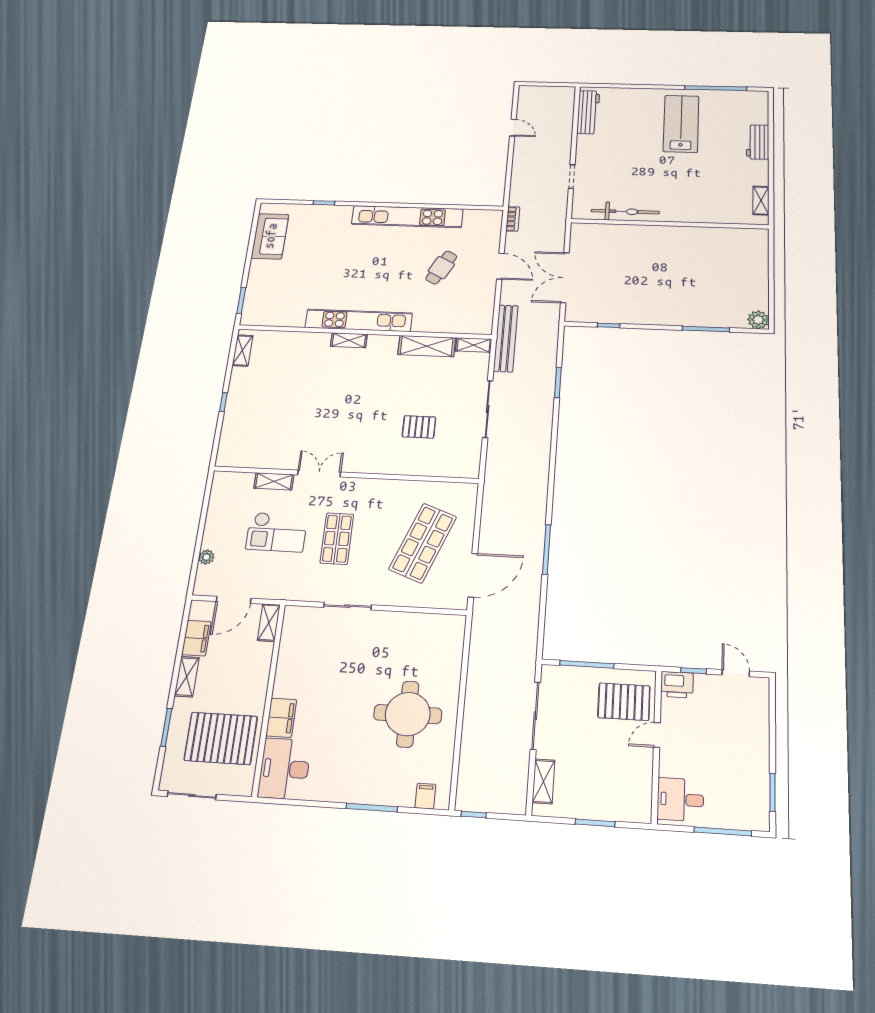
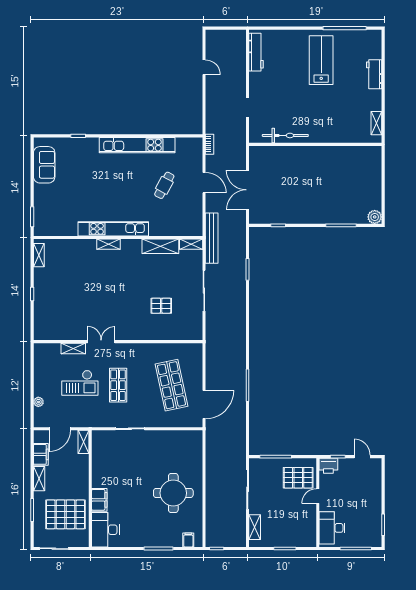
shop shelf: (423, 543) -> (171, 385), turned -33
desk: (680, 800) -> (332, 528), width x1.37

